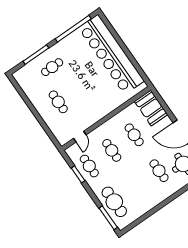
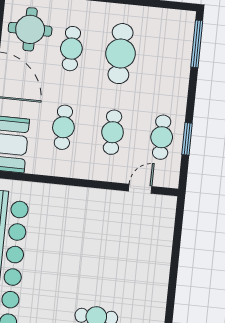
cafe table: (58, 102) -> (129, 262), removed
cafe table: (114, 202) -> (121, 54), moved

